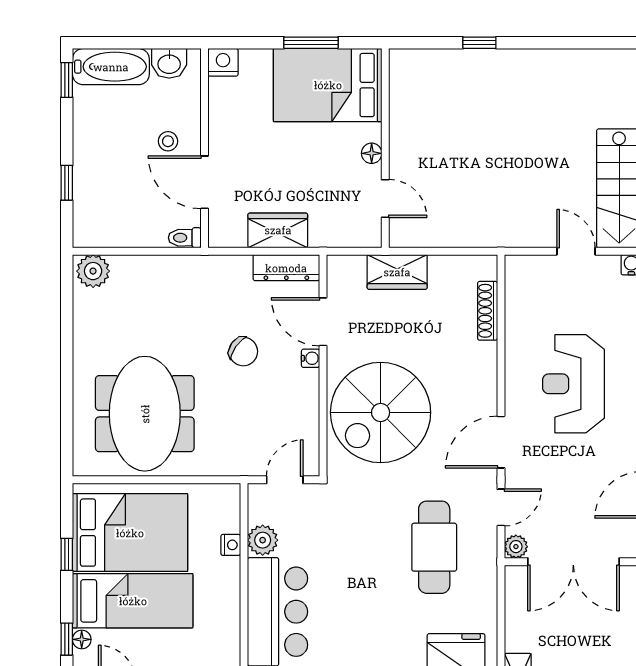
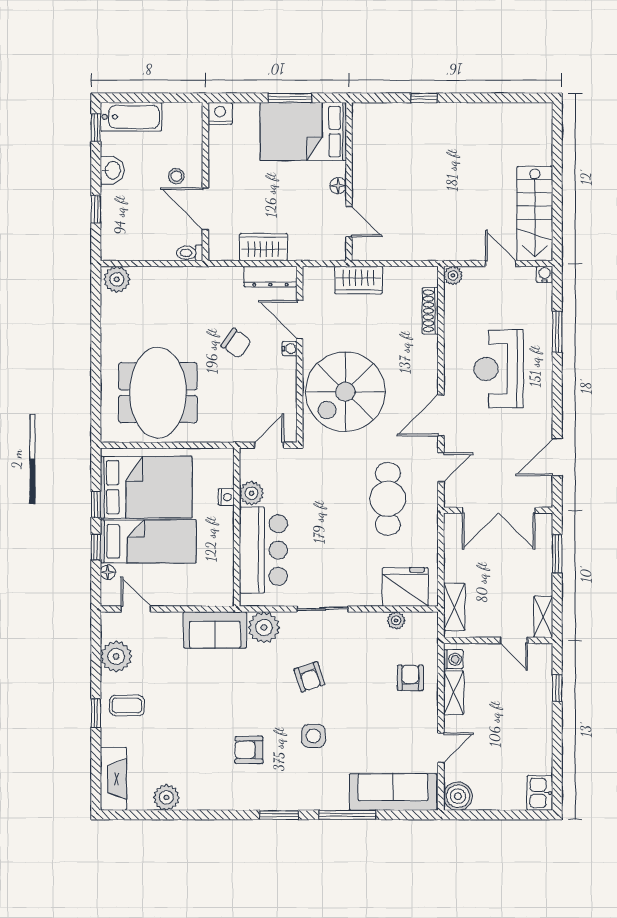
washbasin: (169, 63) -> (112, 170), moved, turned -90
plant: (516, 547) -> (453, 275), moved
window: (67, 639) -> (96, 547), moved

